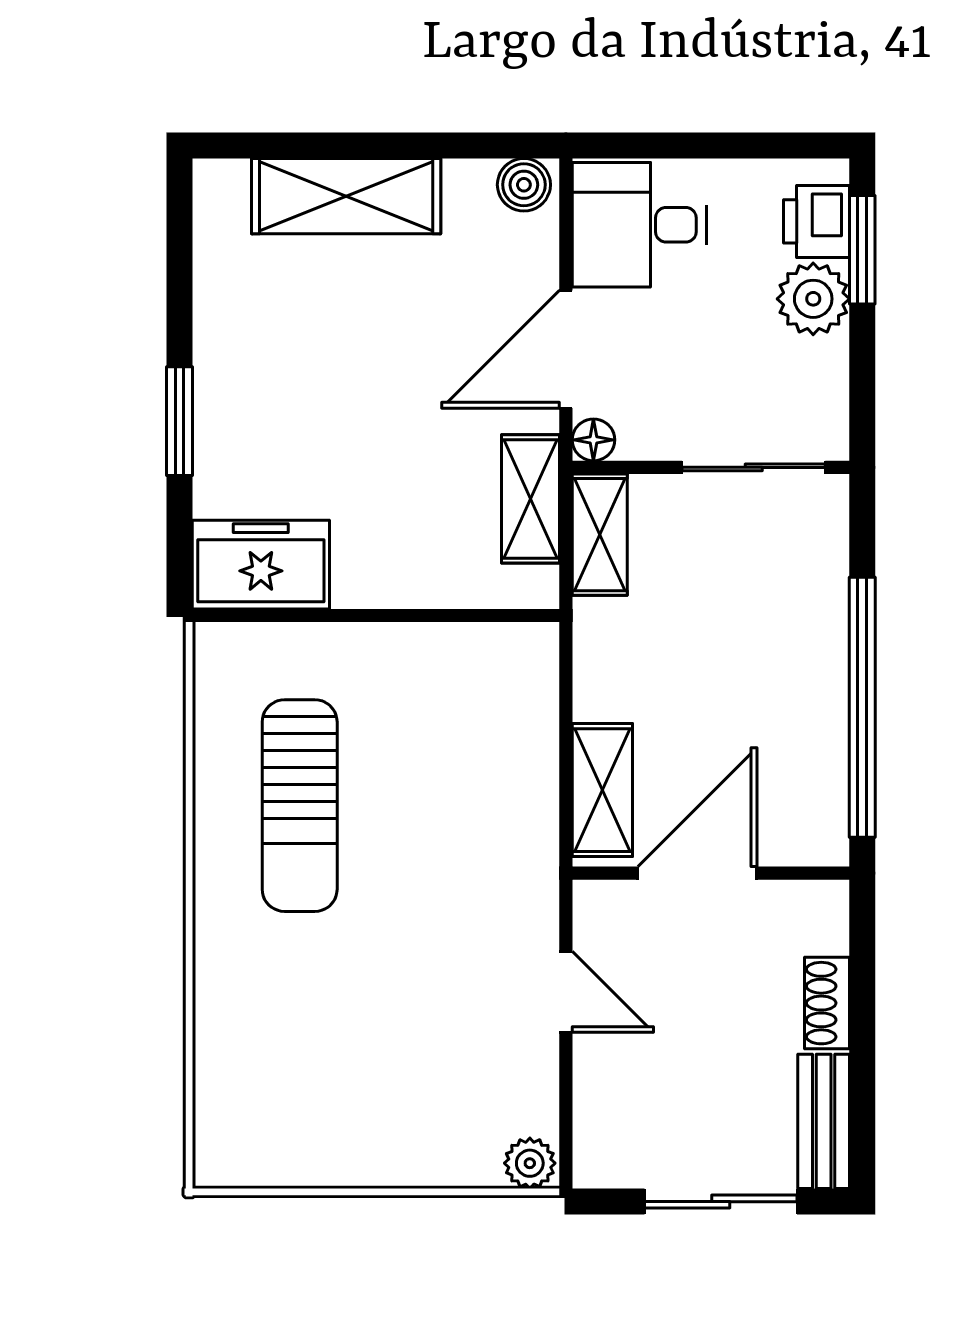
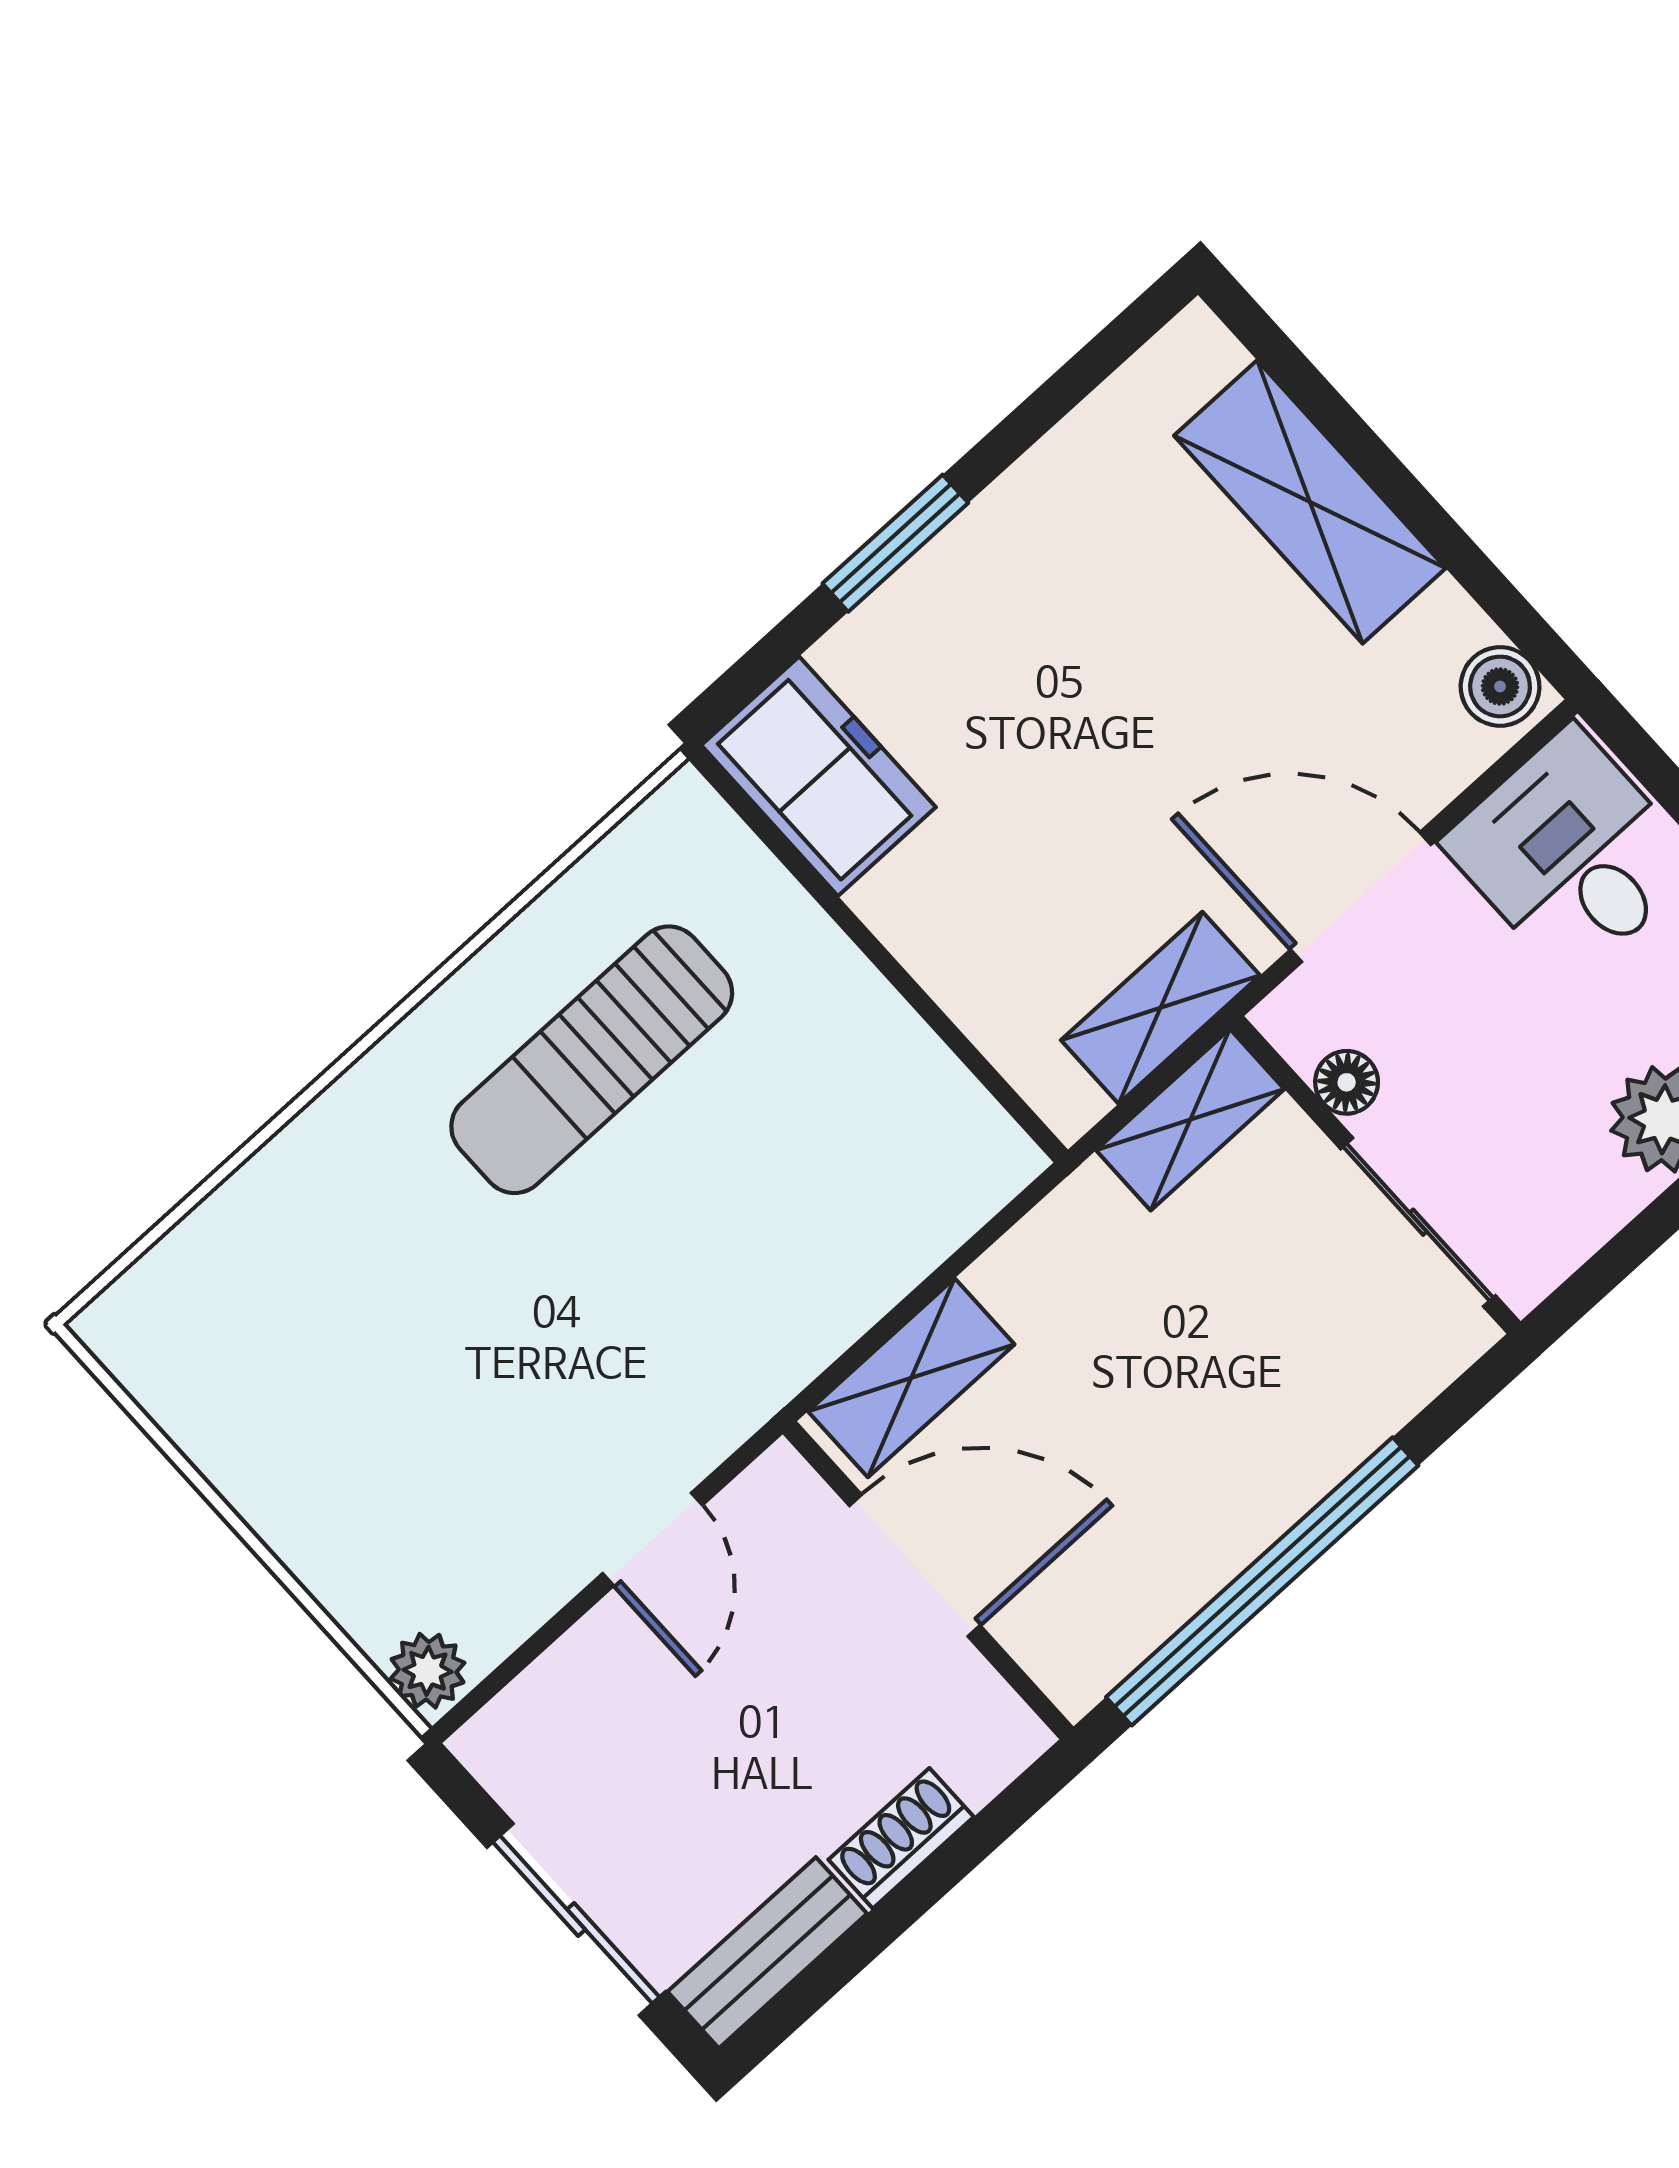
floor lamp: (593, 440) -> (1347, 1082), moved

